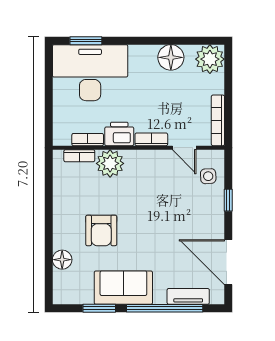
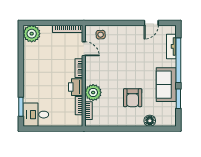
floor lamp: (171, 57) -> (31, 57), removed
desk: (90, 73) -> (36, 115), width x0.53, depth x0.77
door: (184, 148) -> (84, 49), hinge flipped
window: (228, 200) -> (115, 23), removed
armchair: (101, 230) -> (133, 98), turned 90
door: (228, 262) -> (151, 23), width x0.53

